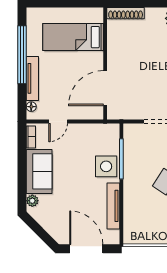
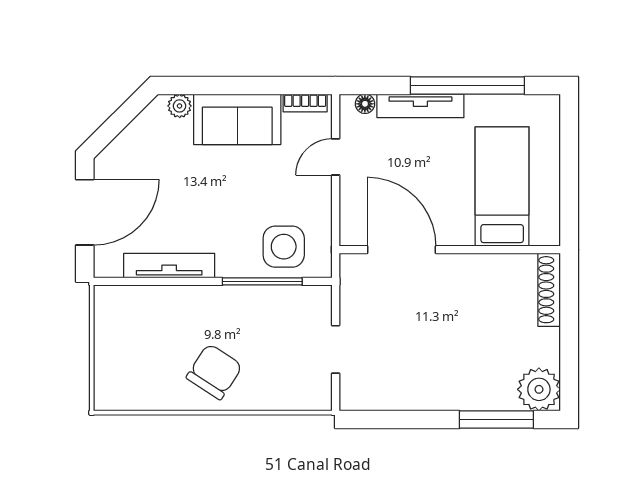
door: (58, 122) -> (336, 157), hinge flipped
side table: (106, 166) -> (284, 247), moved

